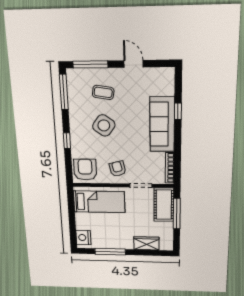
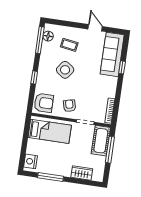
window: (90, 64) -> (64, 23), removed
floor lamp: (73, 85) -> (48, 36), added
sofa: (162, 124) -> (112, 54), moved
armchair: (85, 170) -> (44, 103), turned 90

